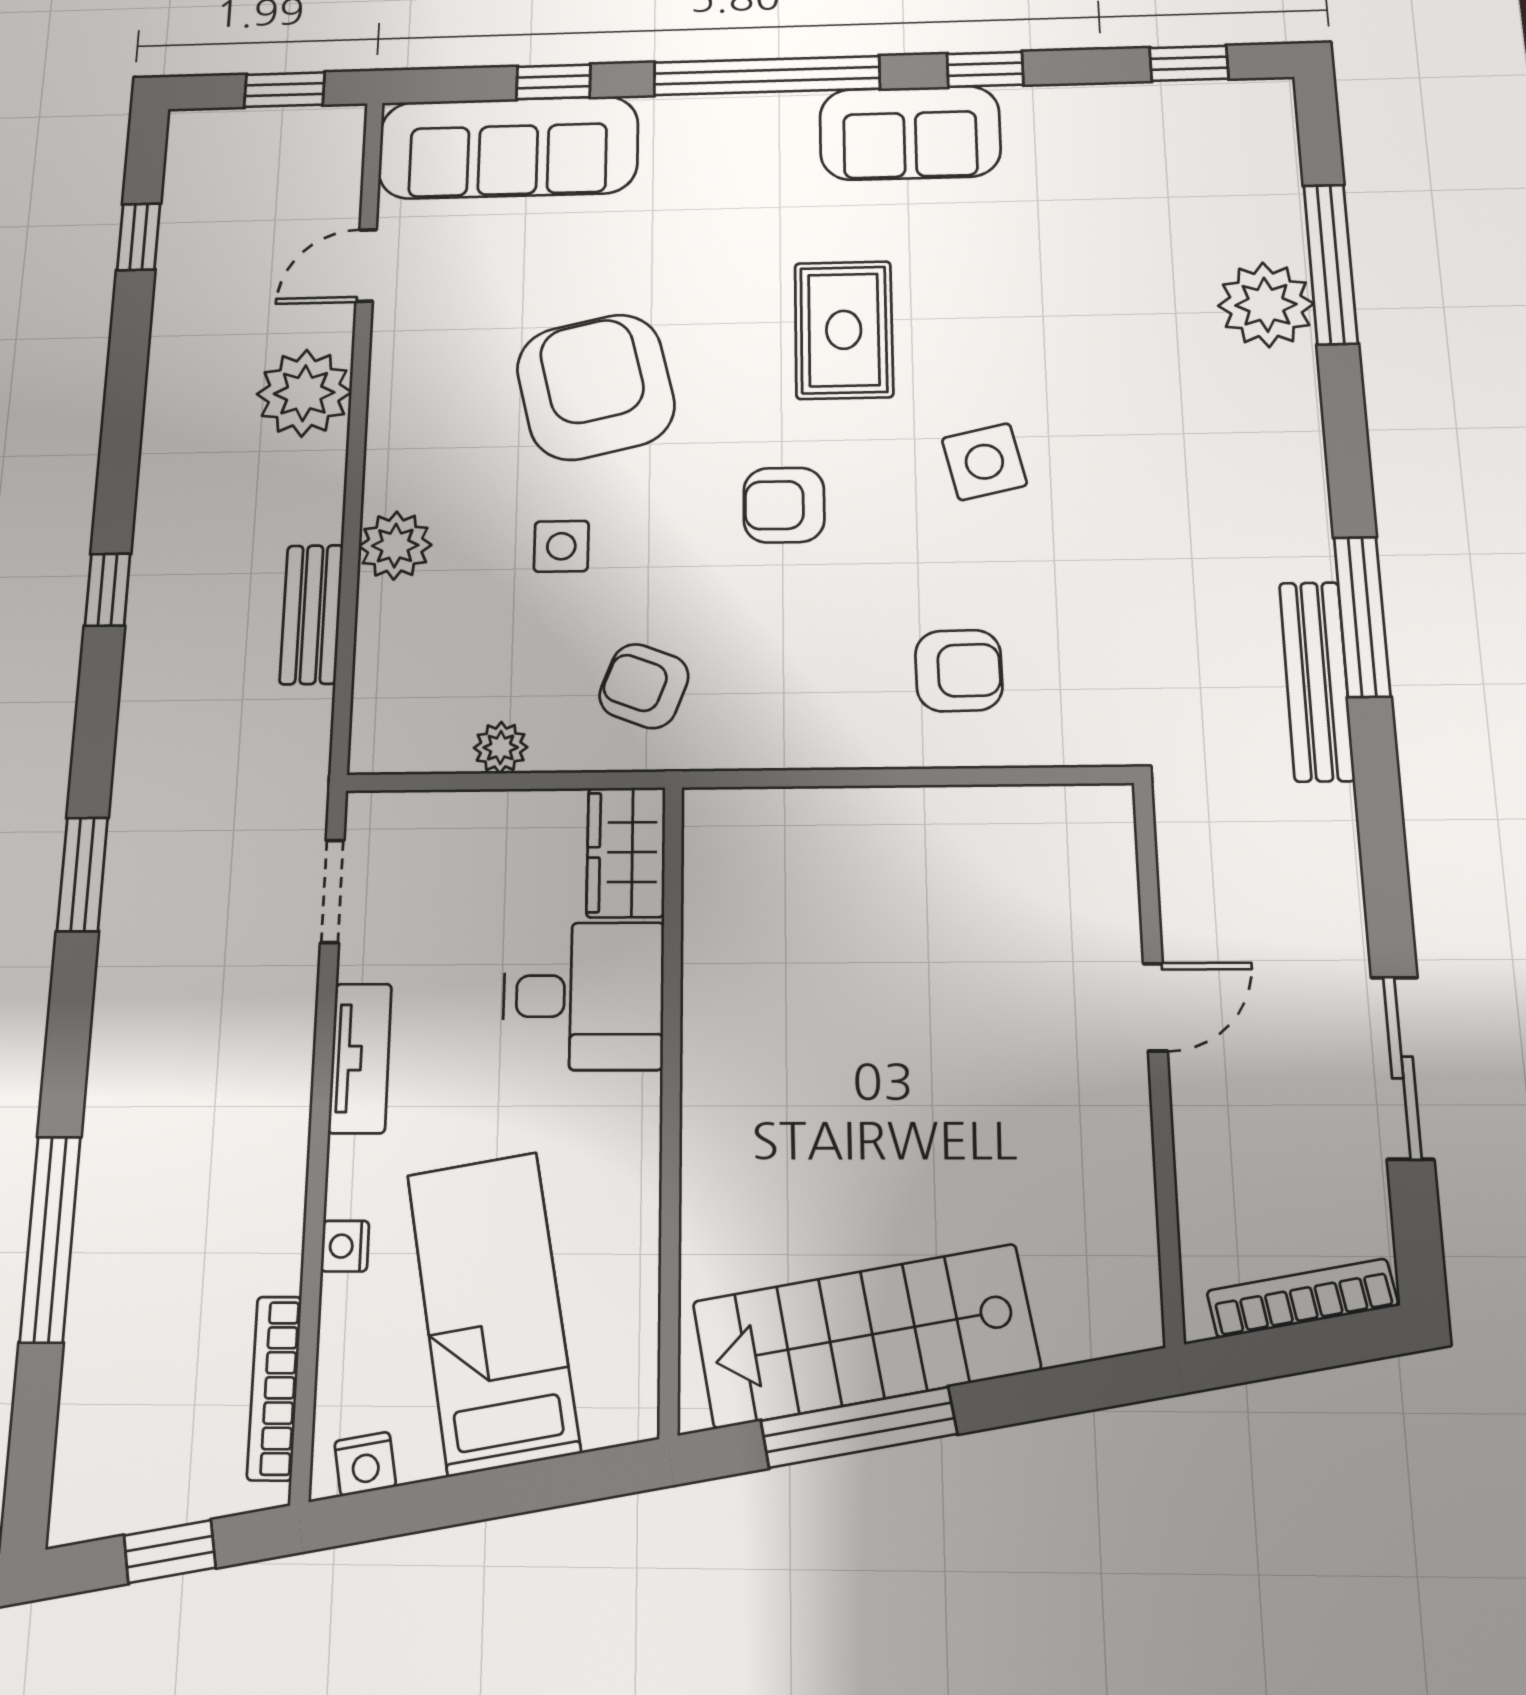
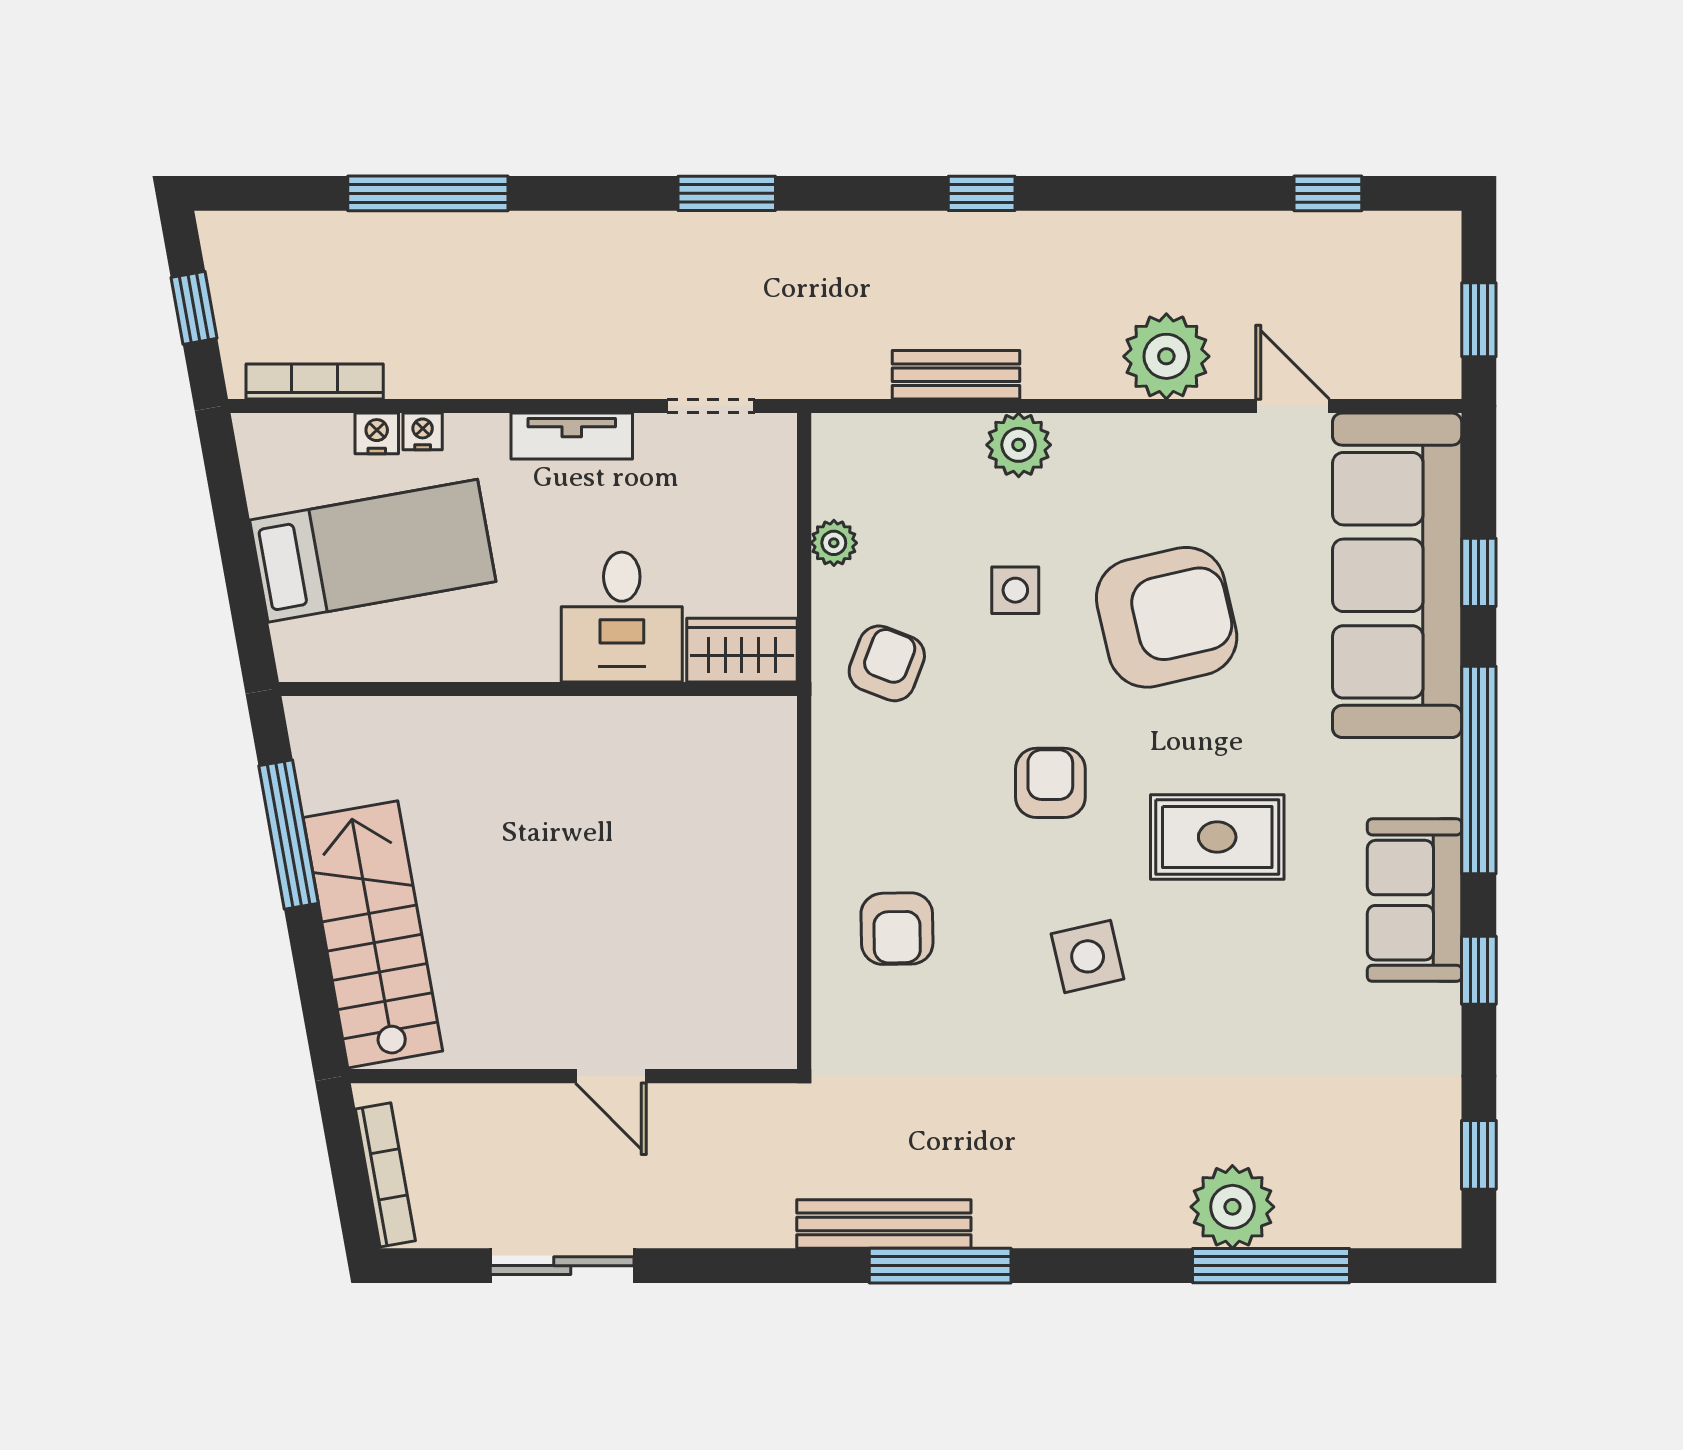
sofa: (508, 147) -> (1397, 575), width x1.36, depth x1.27
stairs: (866, 1336) -> (373, 934), moved
nightstand: (365, 1464) -> (377, 433), moved, turned 100

